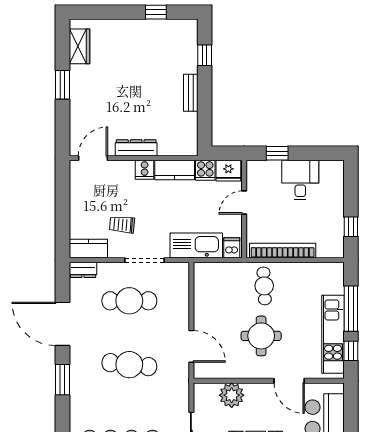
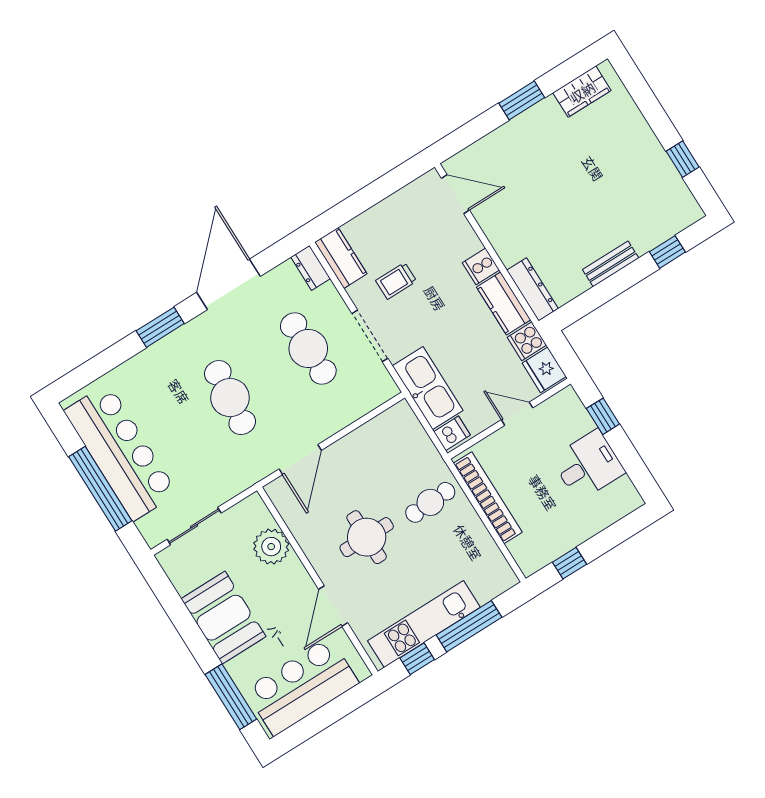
dresser: (136, 148) -> (532, 289), moved
trolley: (122, 225) -> (396, 281), turned -95

